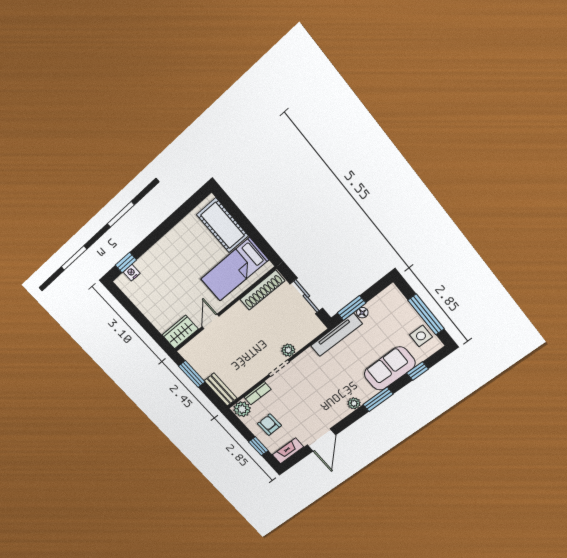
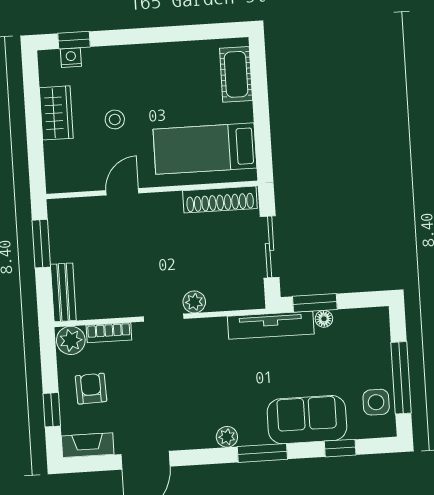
cot: (223, 225) -> (236, 74), width x0.73, depth x0.75
stool: (178, 288) -> (115, 119), added
wardrobe: (180, 332) -> (56, 113), moved, turned 90

